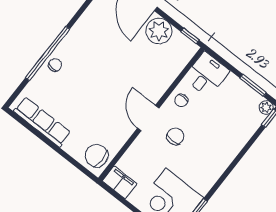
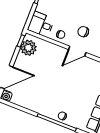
plant: (159, 31) -> (28, 48), moved

